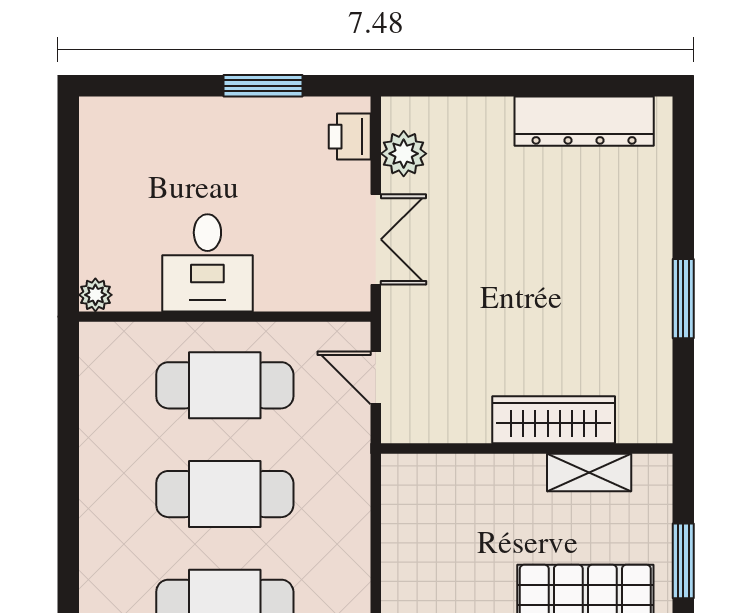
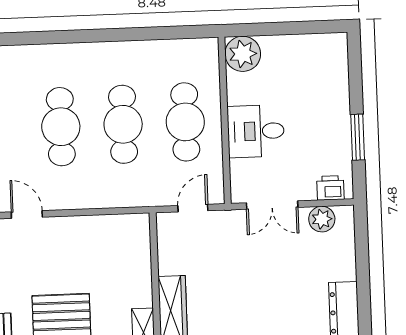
desk: (207, 263) -> (256, 131), moved
plant: (95, 295) -> (243, 54), width x1.88, depth x1.88

